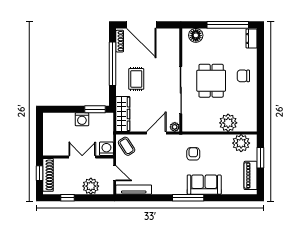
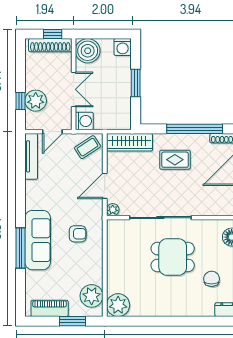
chair: (243, 76) -> (212, 279), moved
window: (95, 109) -> (136, 83), moved
washing machine: (82, 119) -> (123, 47), moved, turned -90
plant: (228, 123) -> (118, 305), moved
door: (156, 133) -> (105, 186), swing flipped
boiler: (52, 146) -> (88, 51), added
sofa: (204, 185) -> (38, 240), width x1.36
window: (67, 198) -> (21, 101), moved
window: (188, 198) -> (21, 248), moved

